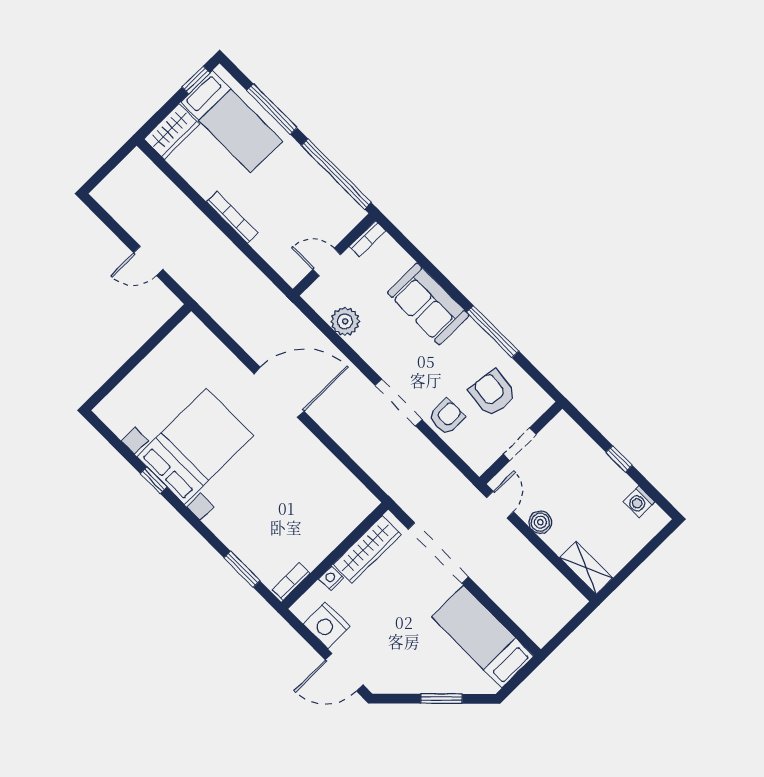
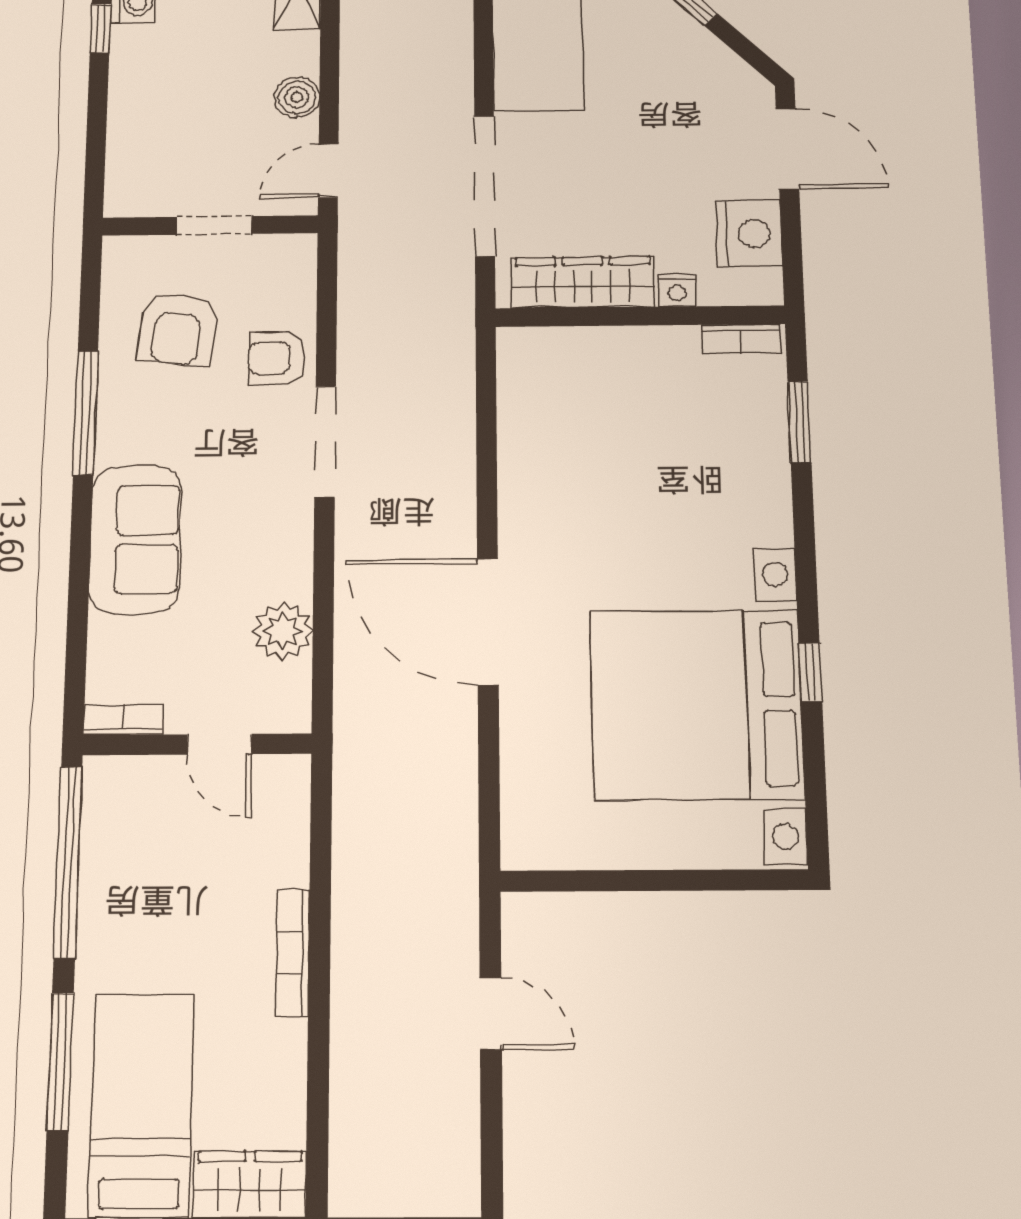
bed with nightstands: (195, 446) -> (697, 704), width x1.36
window: (619, 459) -> (100, 28), moved

